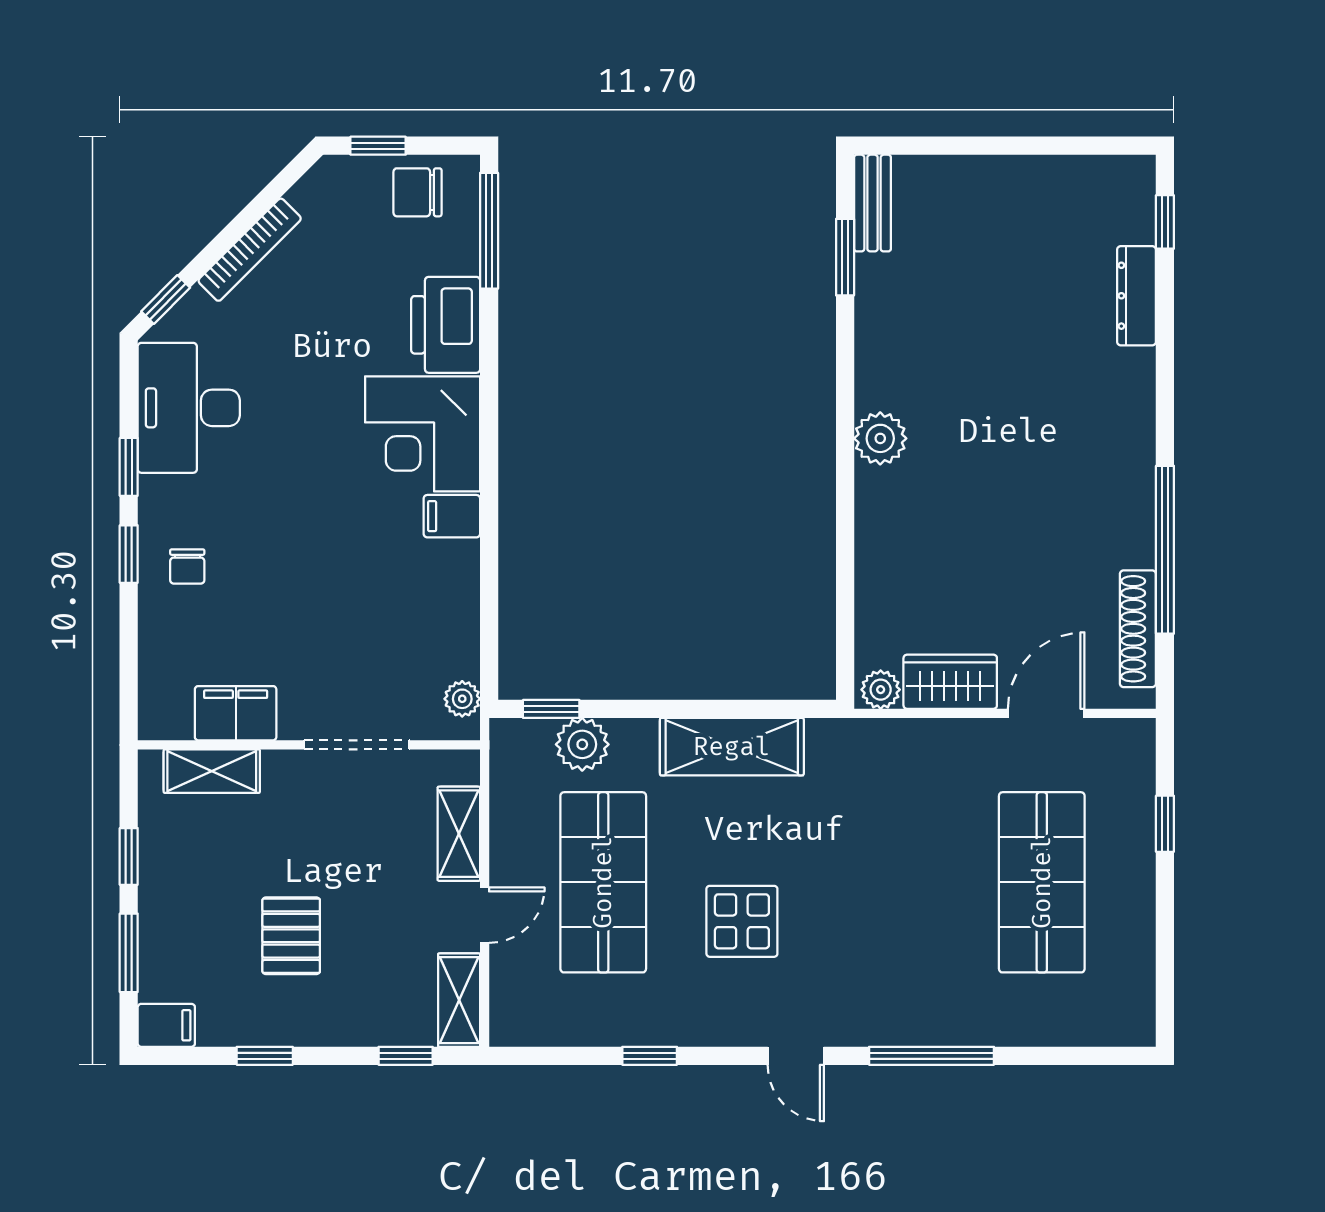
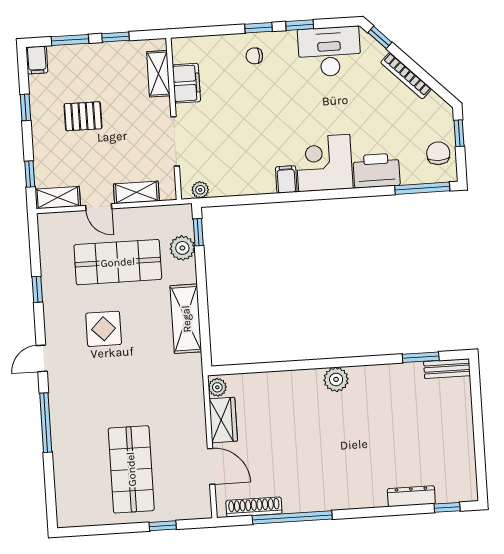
shop shelf: (1042, 882) -> (131, 469), turned 90

